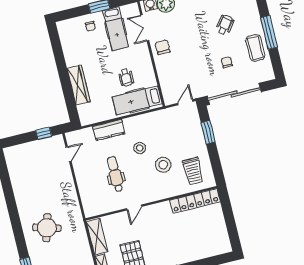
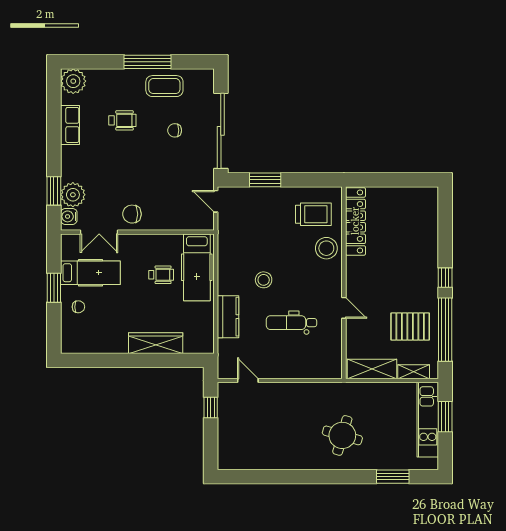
wheelchair: (225, 25) -> (122, 120), turned 142
stool: (163, 165) -> (326, 248), moved

